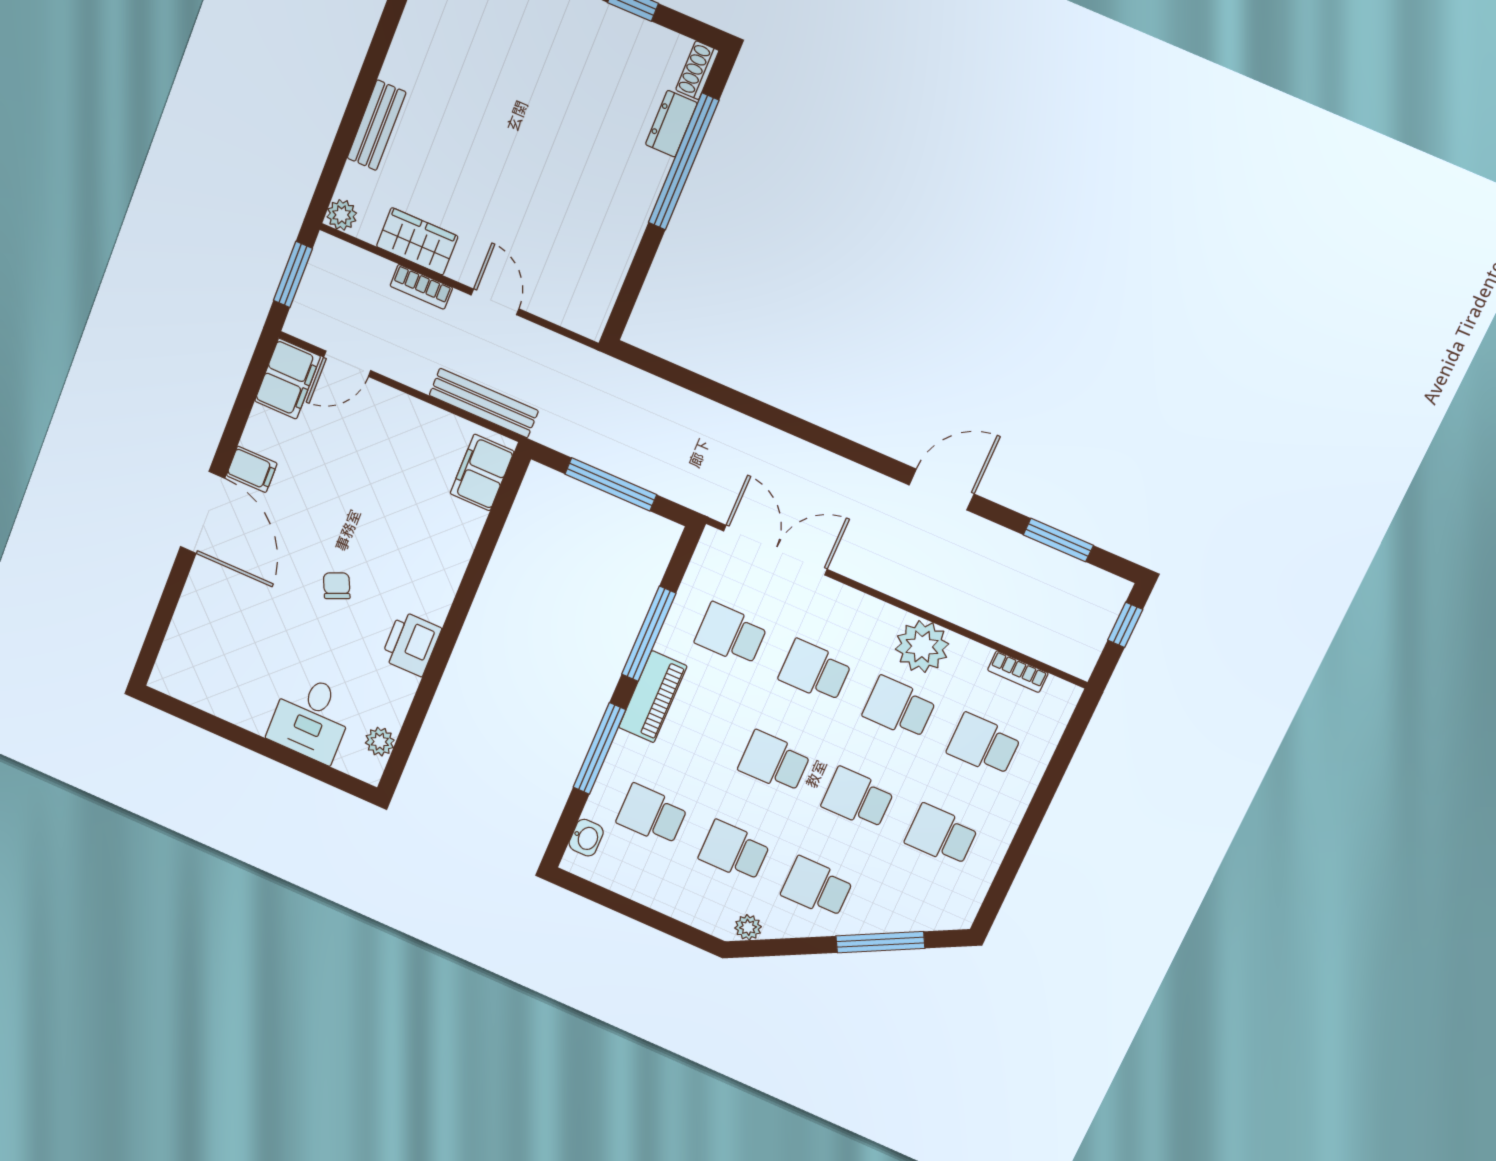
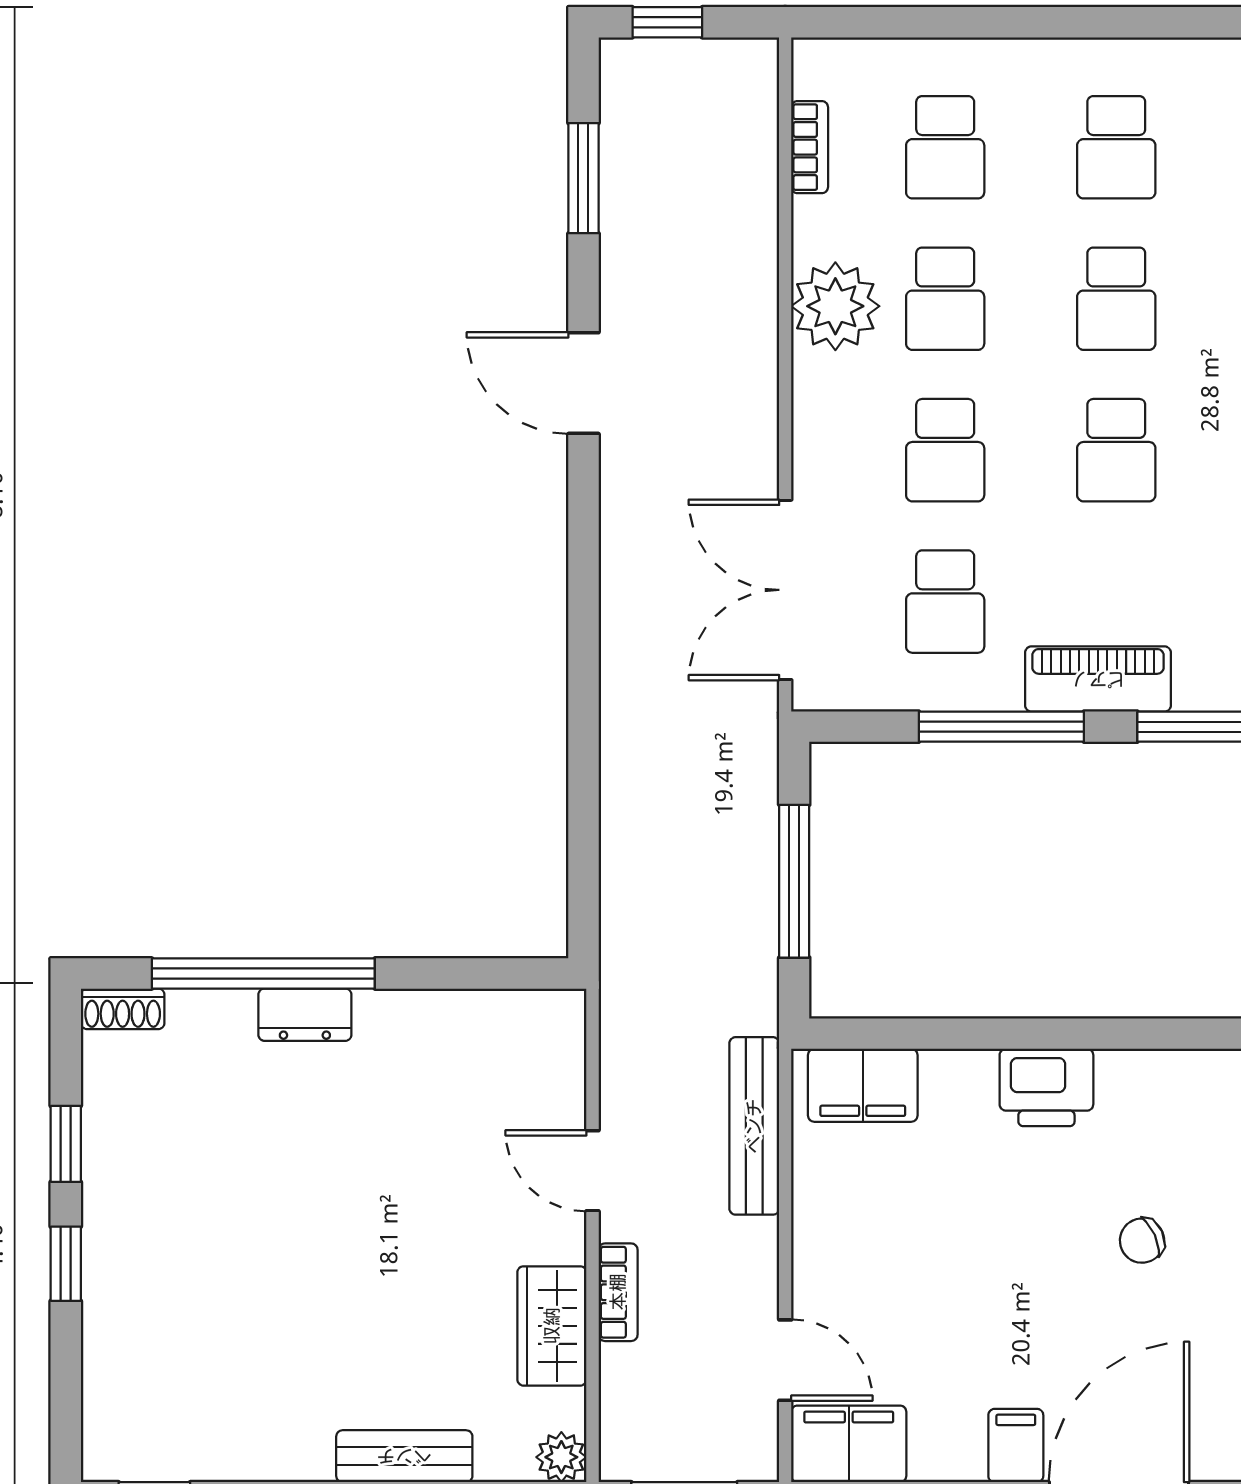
dresser: (671, 124) -> (305, 1015), moved
door: (495, 302) -> (593, 1171), hinge flipped
printer: (411, 644) -> (1046, 1087), moved

